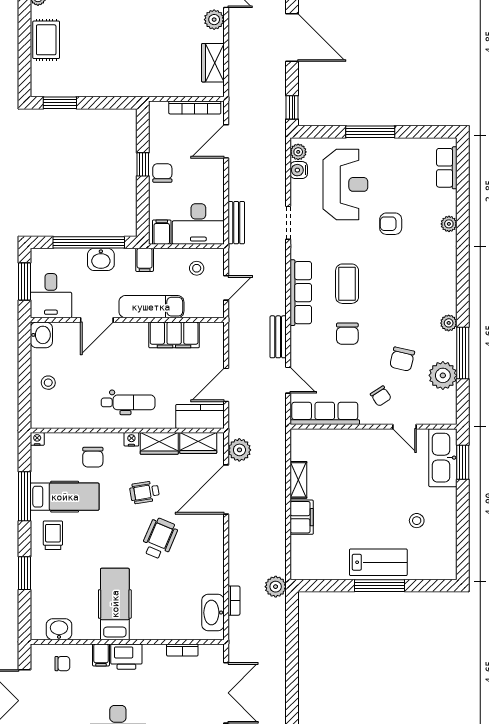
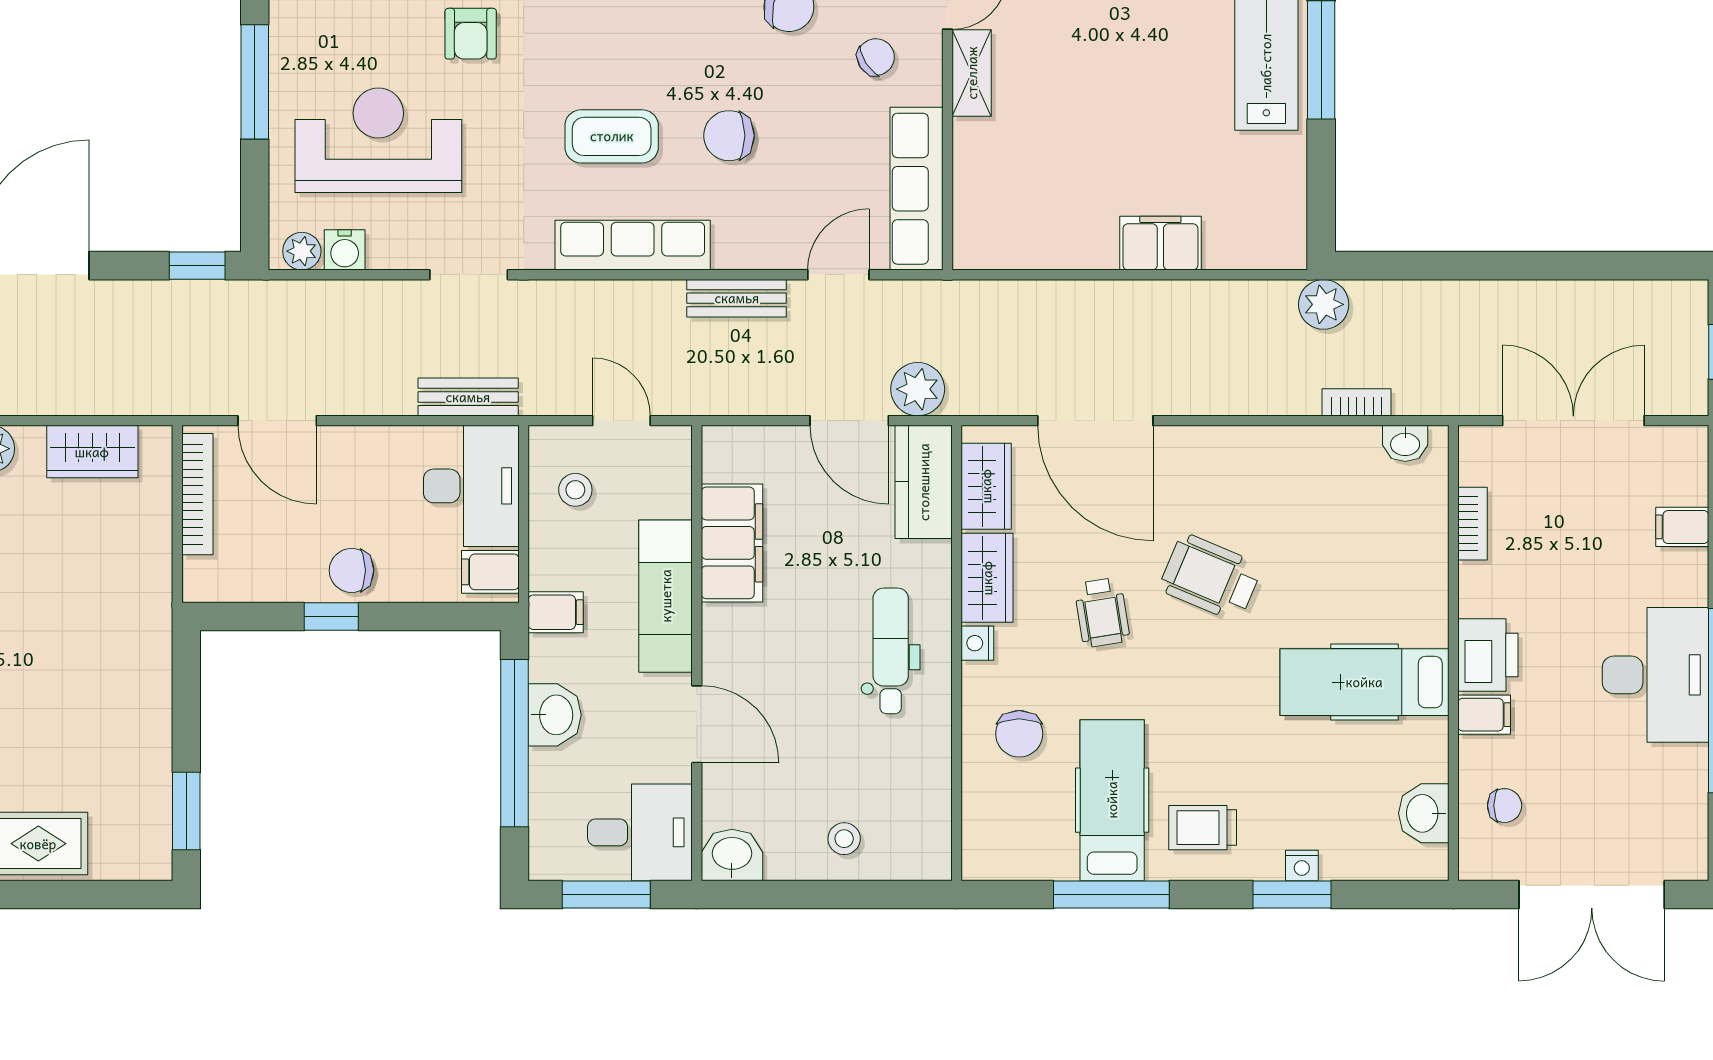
chair: (347, 334) -> (729, 136), turned 180
nightstand: (37, 439) -> (1302, 866), moved, turned -90
plant: (239, 450) -> (918, 389), moved
chair: (93, 457) -> (1019, 734), turned 90
shelving: (298, 480) -> (972, 73), moved, turned 90
washbasin: (213, 613) -> (1405, 443), width x0.52, depth x0.69
chair: (62, 664) -> (1505, 806), turned 90

